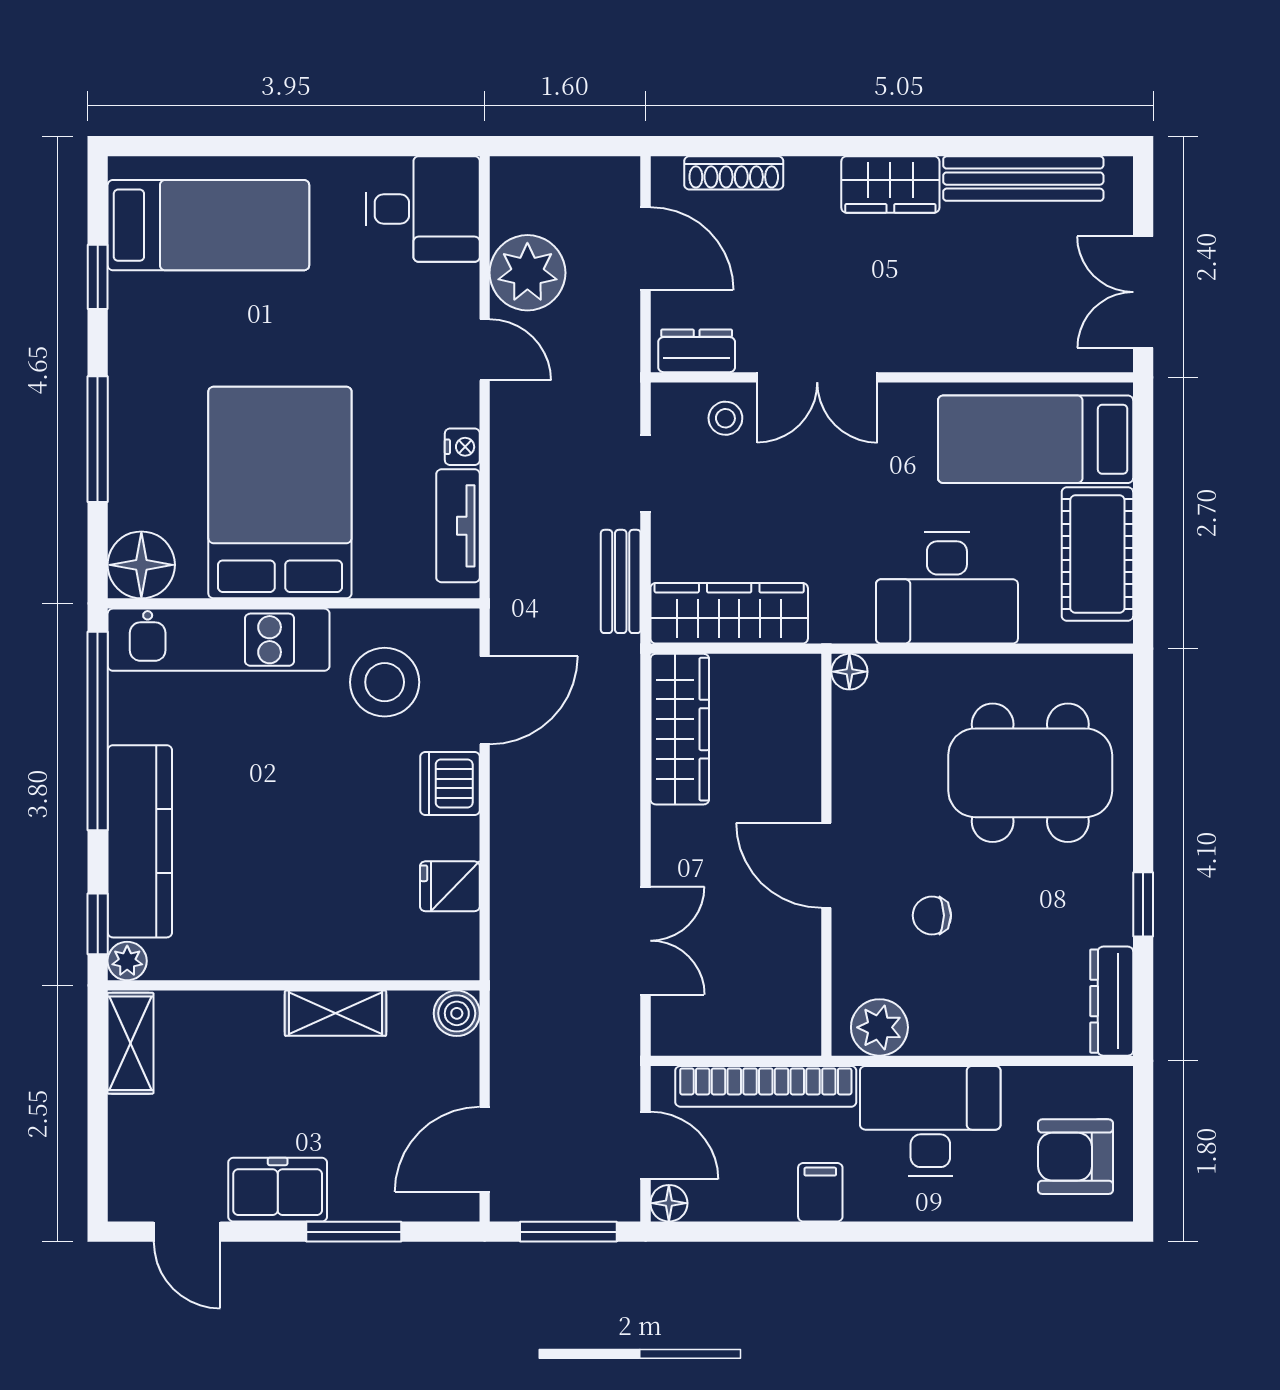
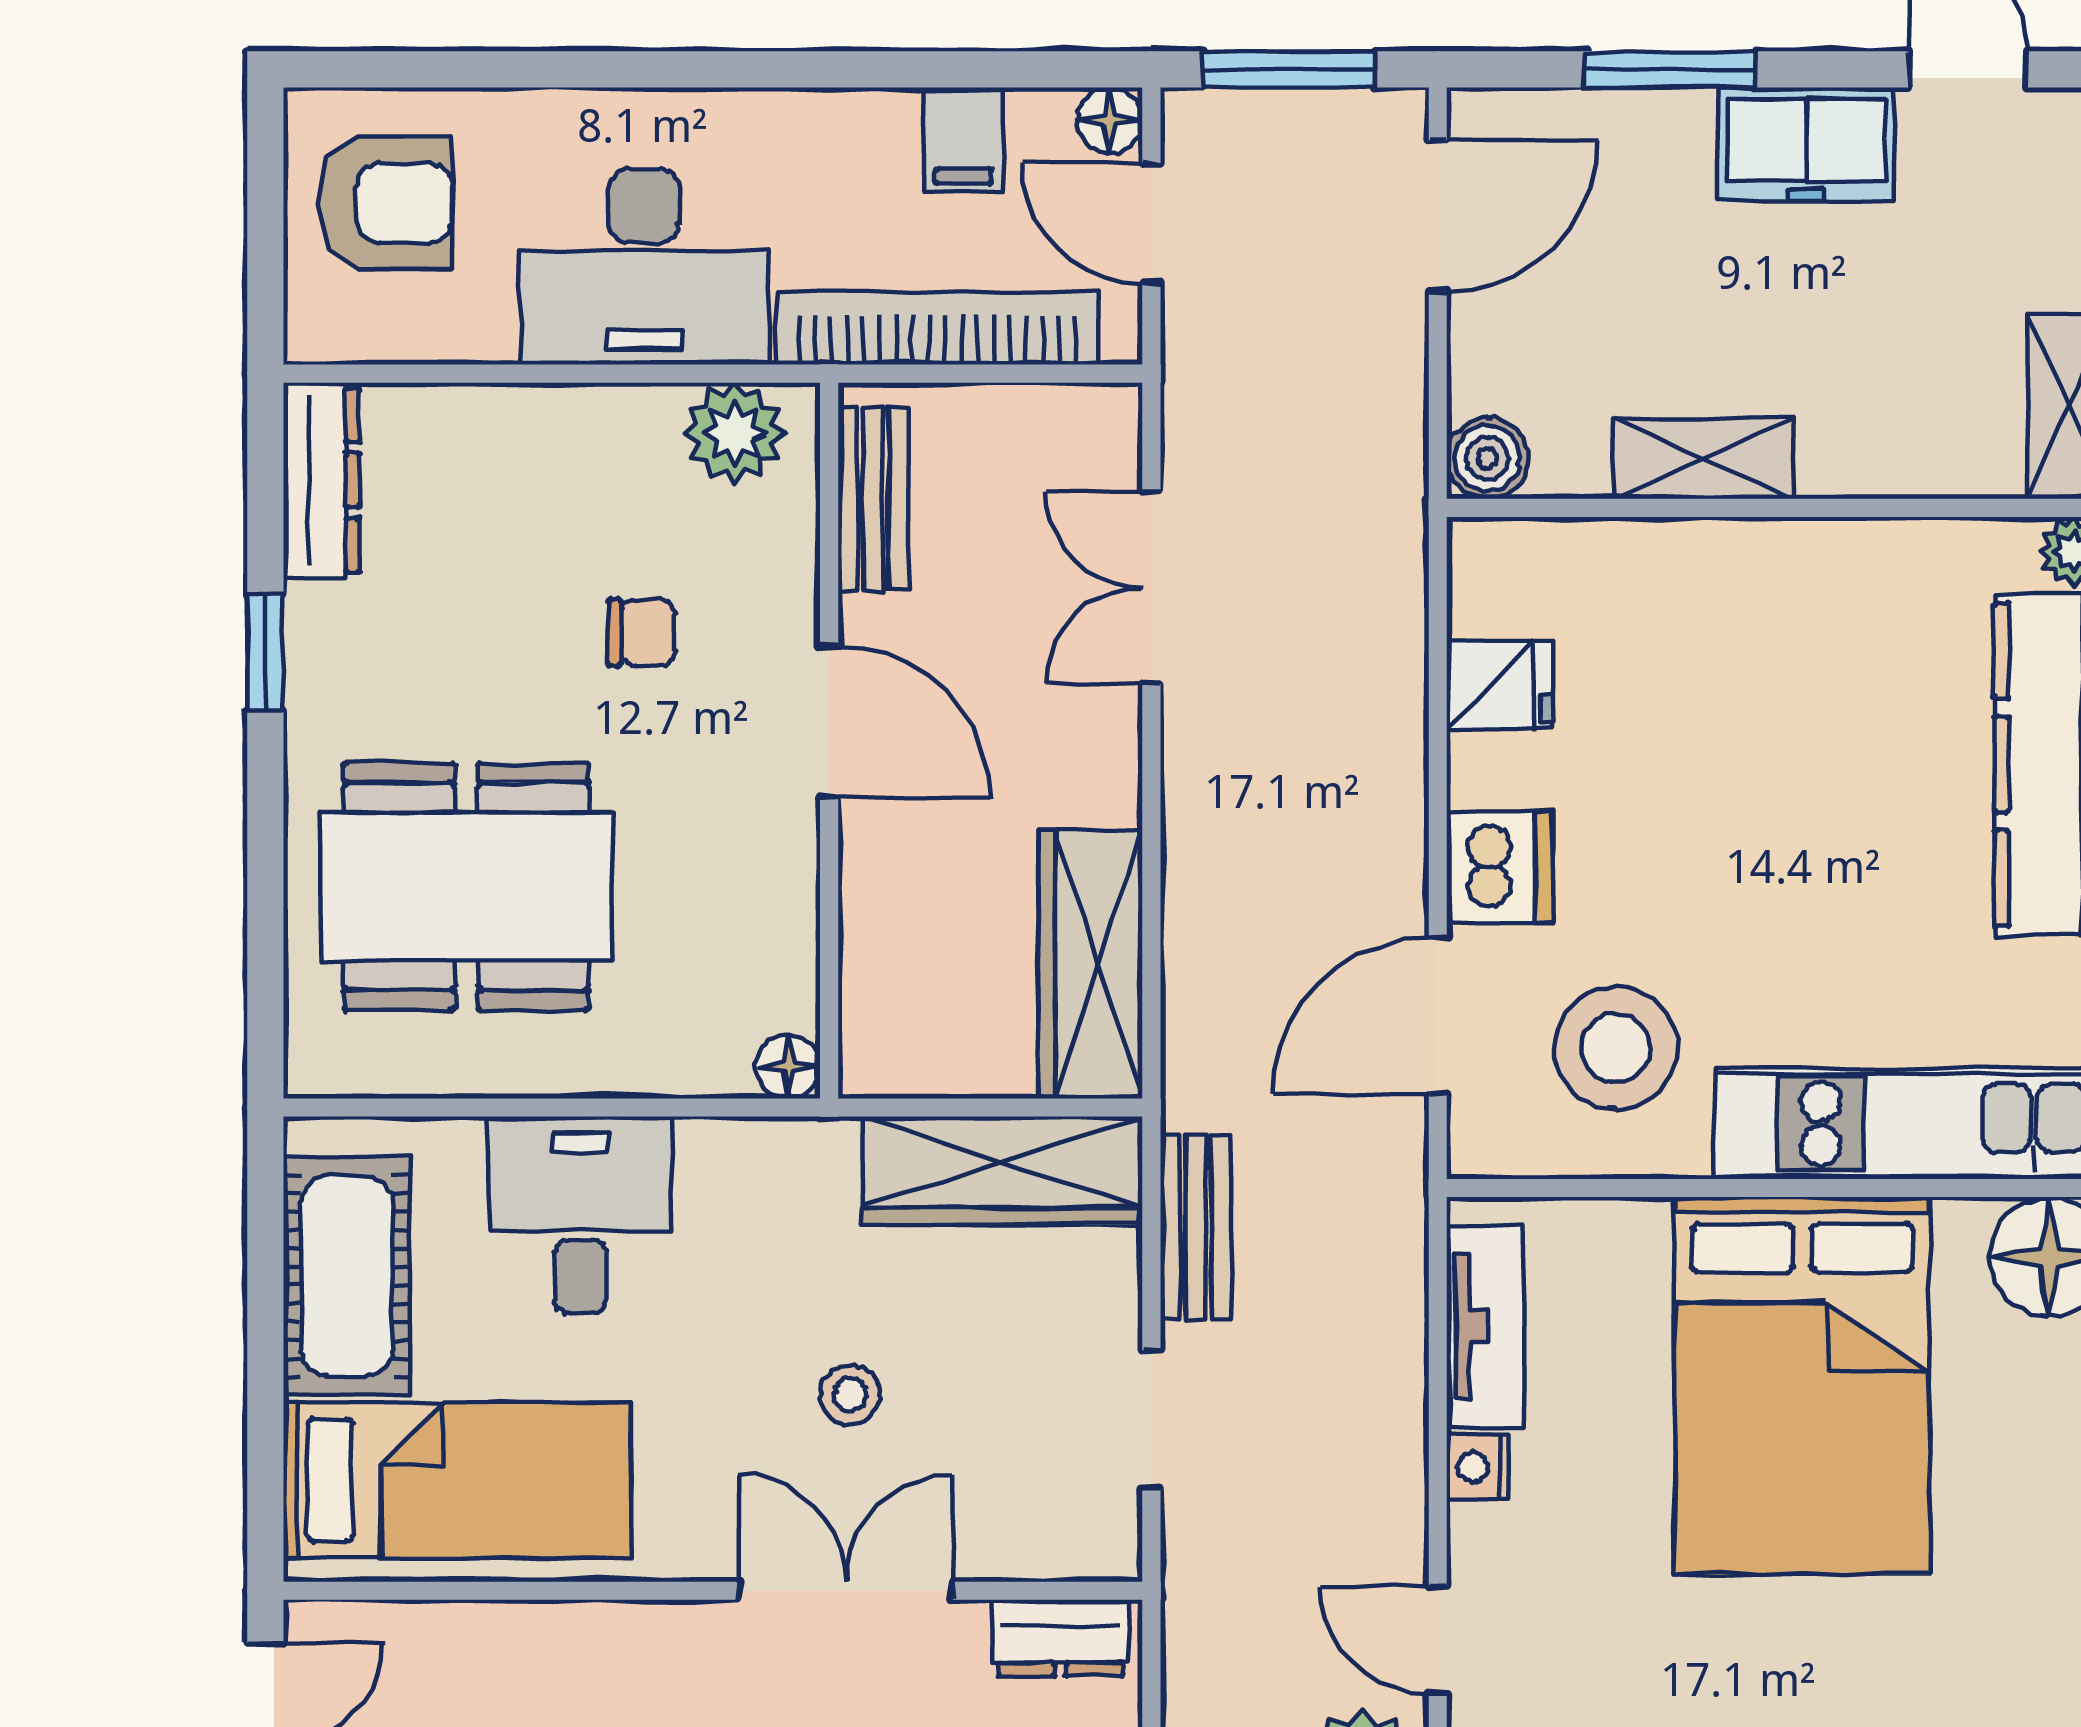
stool: (725, 418) -> (850, 1394), moved
desk: (947, 588) -> (580, 1216), width x0.73
bench: (802, 990) -> (873, 499), added
filing cabinet: (820, 1192) -> (964, 140), moved

